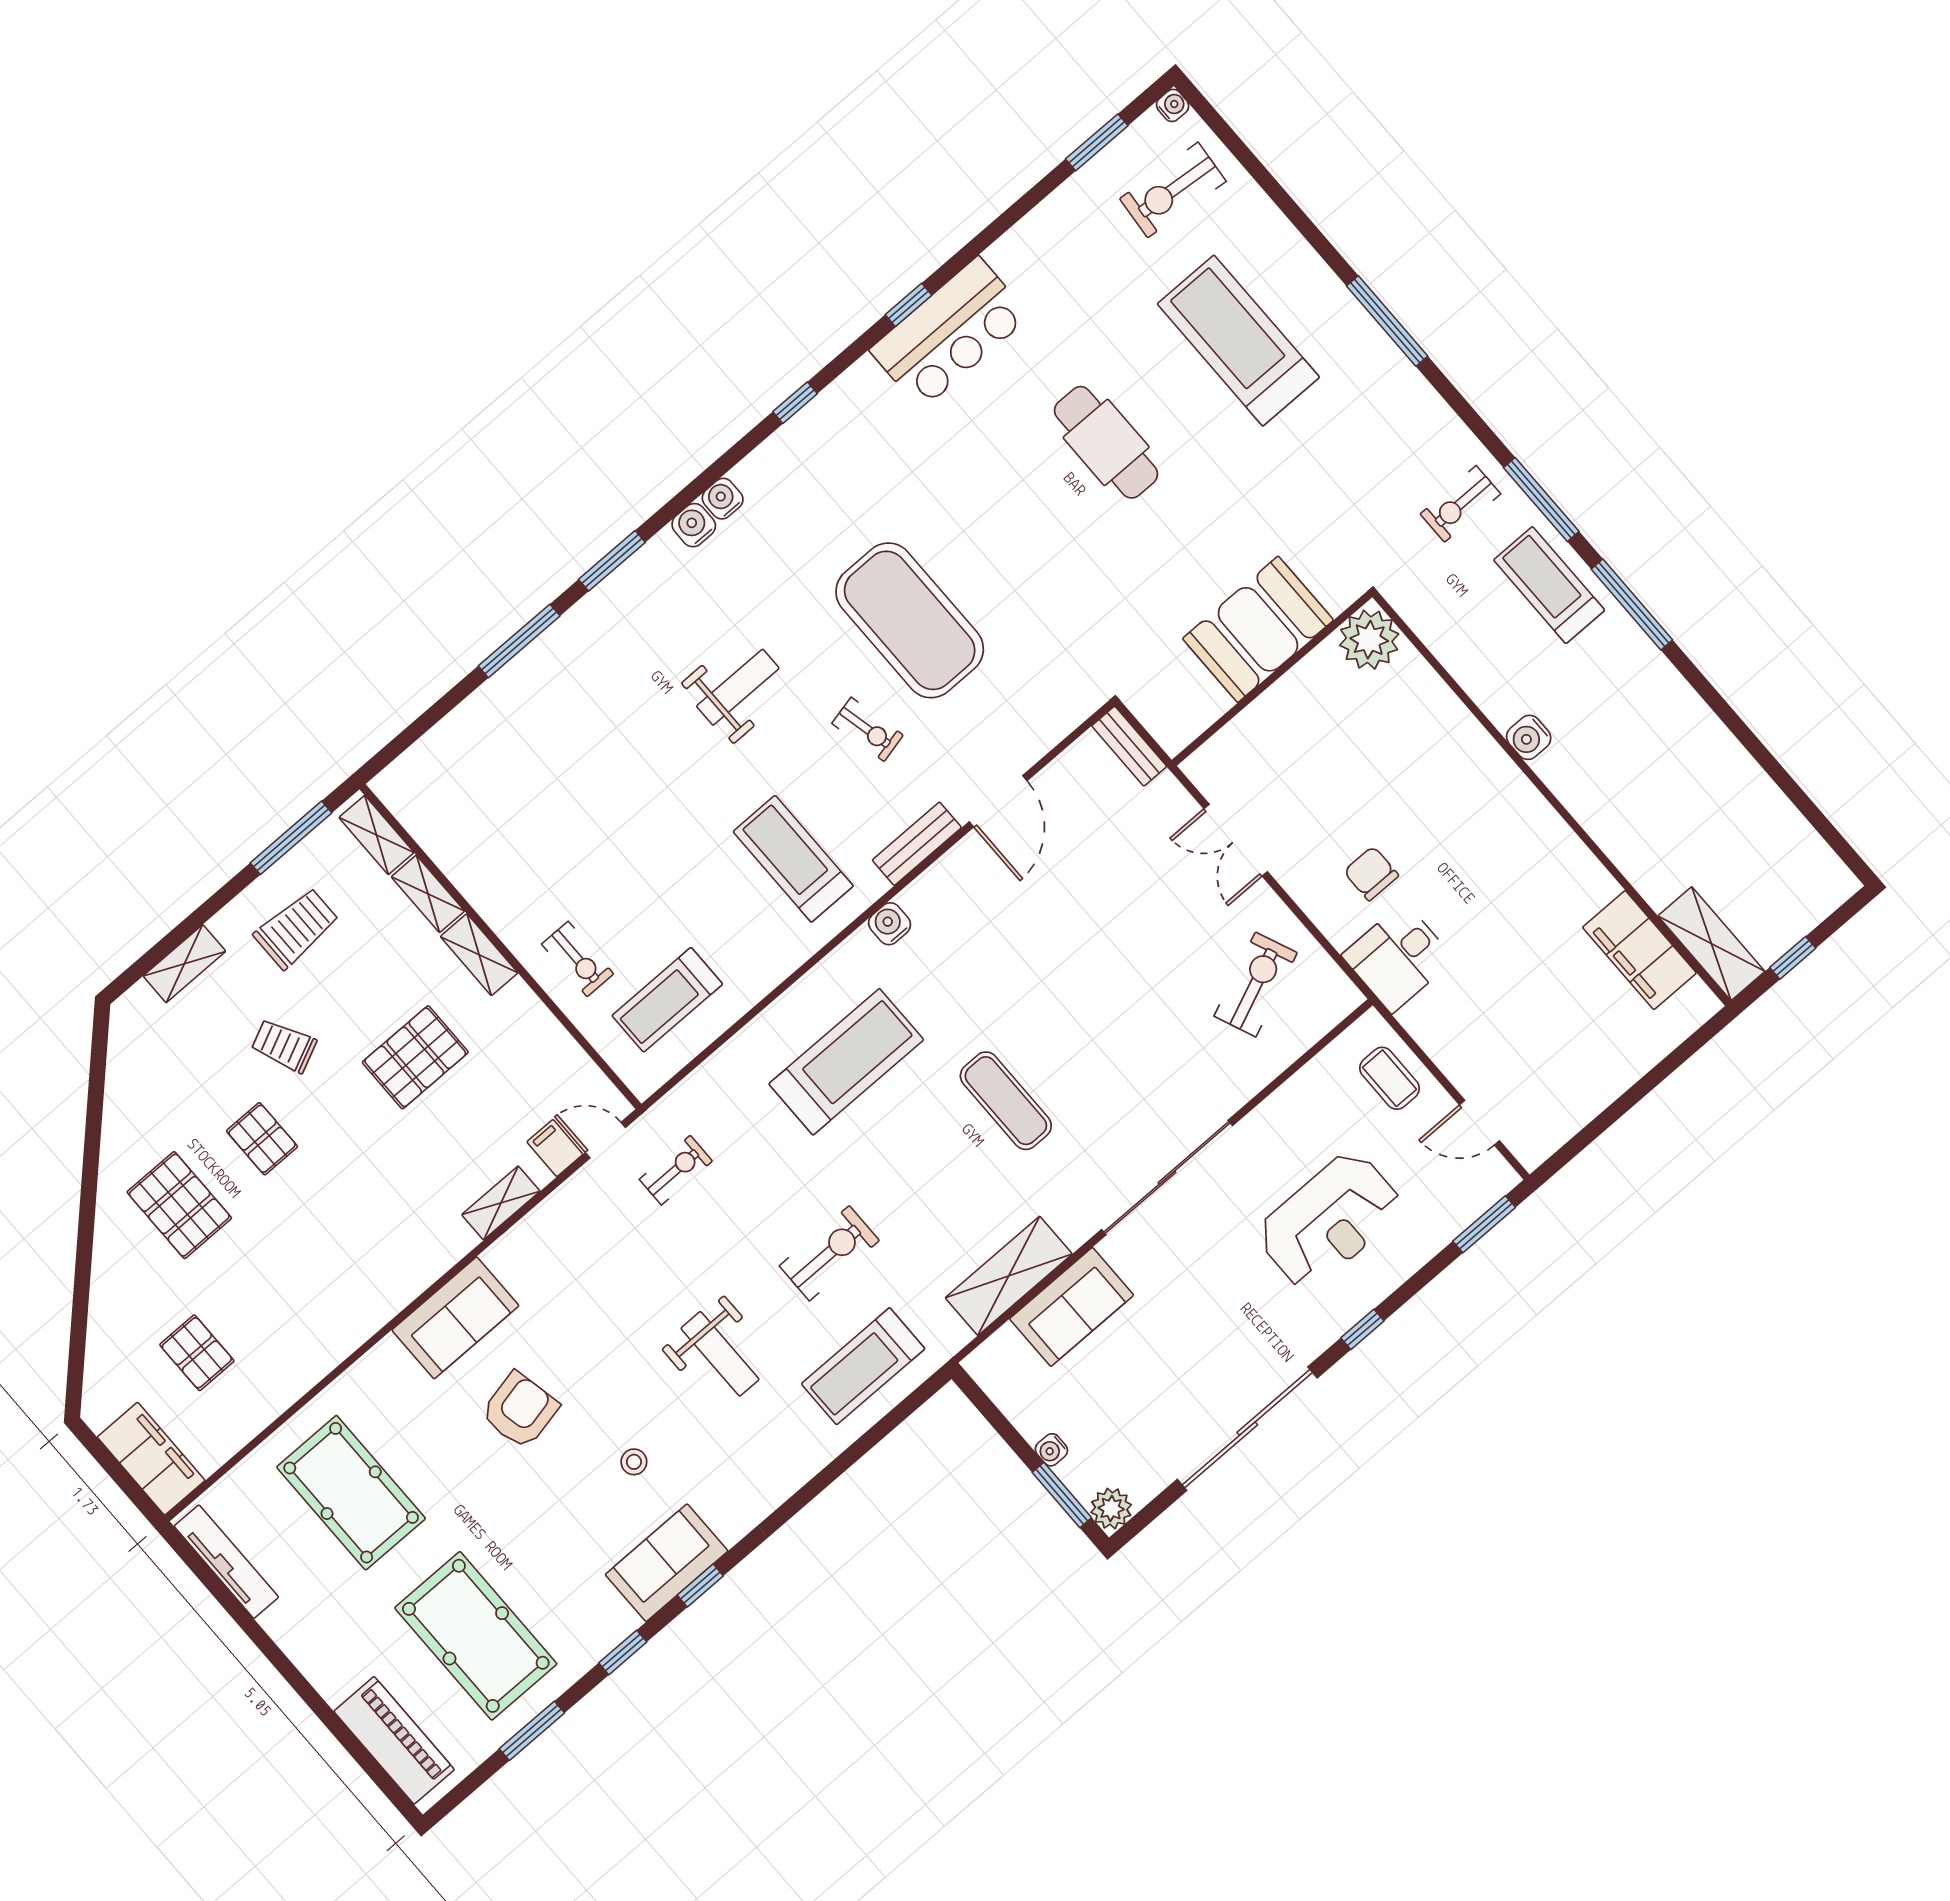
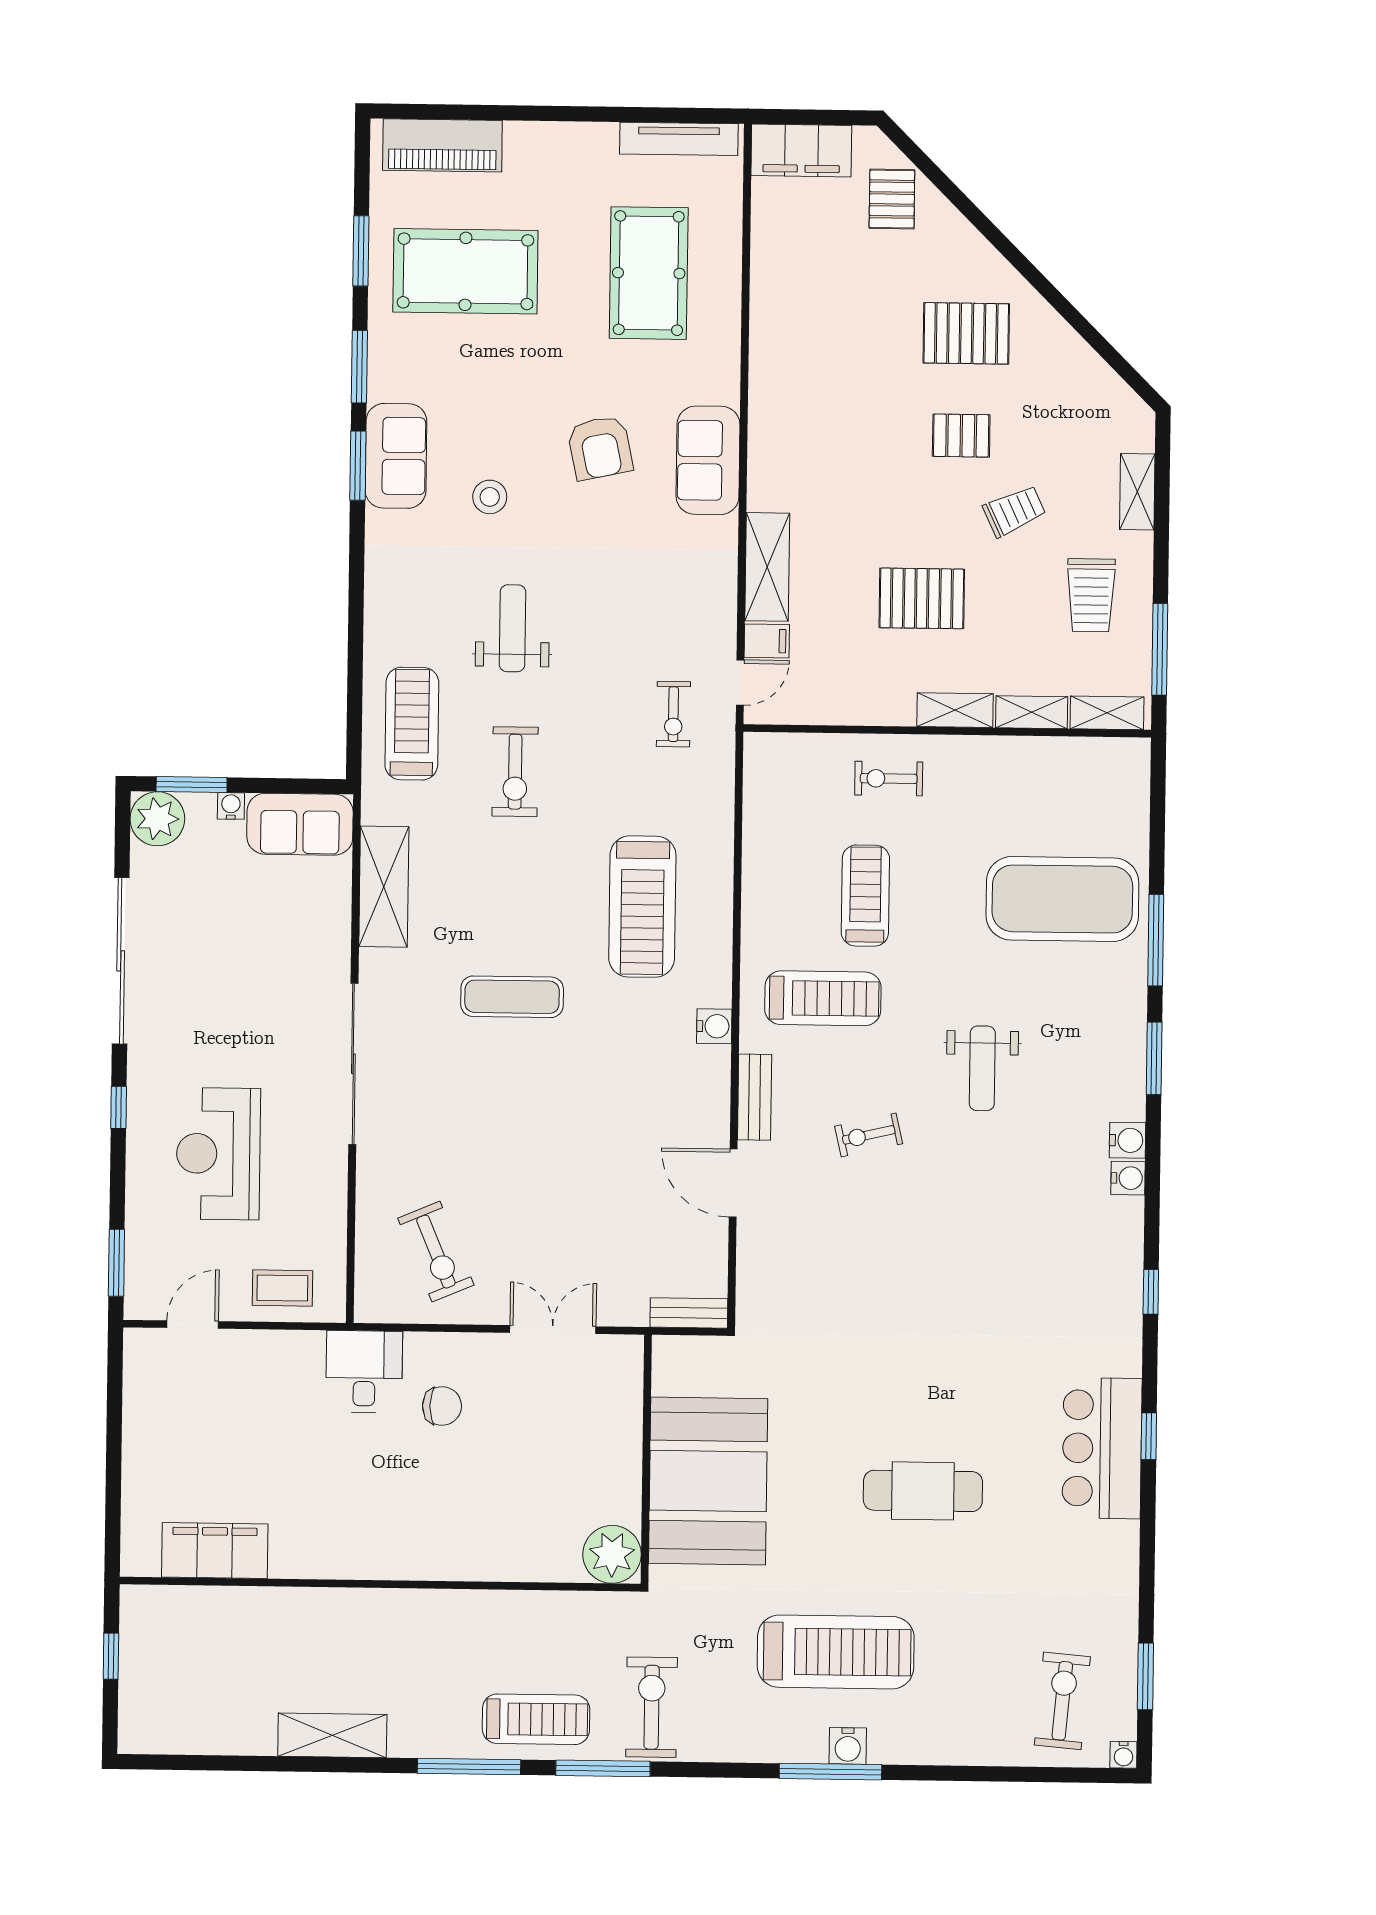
treadmill: (1238, 341) -> (836, 1652), moved
exercise bike: (1460, 504) -> (652, 1707), width x1.38, depth x1.39
exercise mat: (910, 620) -> (1062, 899), moved
booth: (1258, 629) -> (708, 1481), width x1.36, depth x1.42
water cooler: (1529, 737) -> (848, 1746), moved, turned 180
shelving: (1711, 944) -> (332, 1735), moved
treadmill: (667, 1000) -> (865, 896), moved
pallet: (415, 1057) -> (922, 598), turned 90
shelving: (501, 1203) -> (767, 567), width x1.50, depth x1.33
sofa: (1072, 1307) -> (300, 824), moved, turned -90
pallet: (197, 1353) -> (892, 199), moved, turned 90
weight bench: (720, 1354) -> (513, 628), turned 90
stool: (634, 1462) -> (490, 497), width x1.37, depth x1.37
pool table: (351, 1493) -> (649, 273), turned 90
plant: (1111, 1509) -> (157, 819), width x1.36, depth x1.36
window: (700, 1586) -> (358, 466), width x1.50
window: (623, 1652) -> (359, 367), width x1.50

